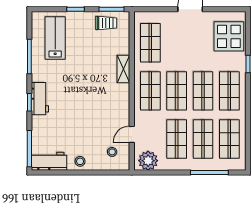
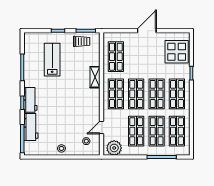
lab bench: (55, 38) -> (52, 60), moved
workbench: (49, 161) -> (31, 127), moved, turned 90

